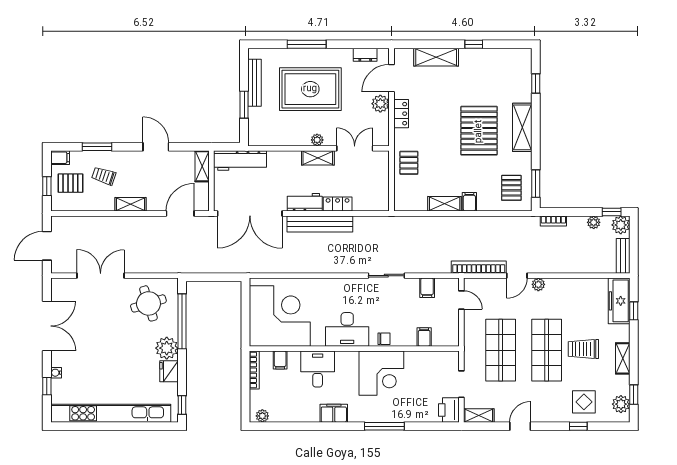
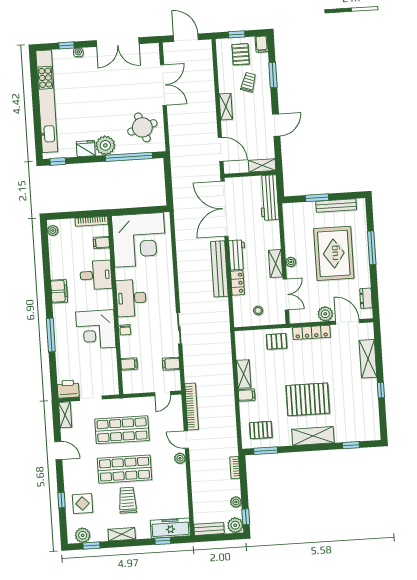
locker: (401, 114) -> (311, 332), width x1.53
stool: (371, 182) -> (258, 311), added

